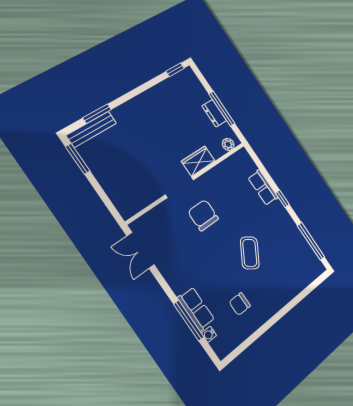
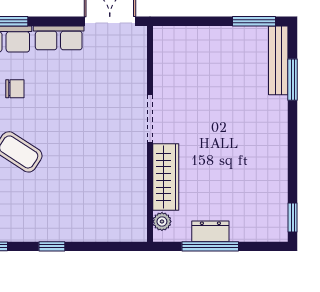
wardrobe: (198, 161) -> (166, 177), width x1.50
row of seats: (263, 188) -> (59, 38), moved, turned 180
chair: (203, 215) -> (15, 89), moved, width x0.54, depth x0.54

